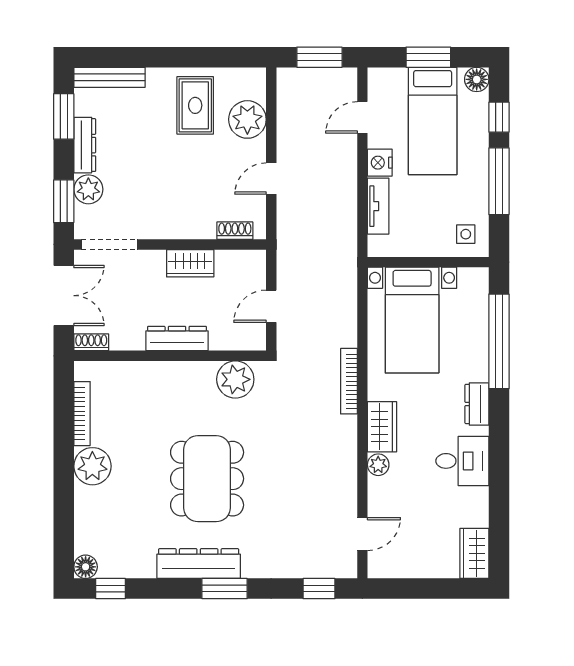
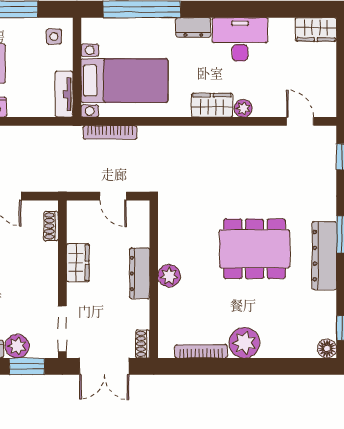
tv unit: (378, 206) -> (64, 94), moved, turned -90
double door: (64, 296) -> (104, 366), swing flipped
plant: (235, 379) -> (169, 276), moved, width x0.73, depth x0.73
bookcase: (349, 381) -> (110, 132), moved
desk: (462, 461) -> (240, 39), width x1.37

